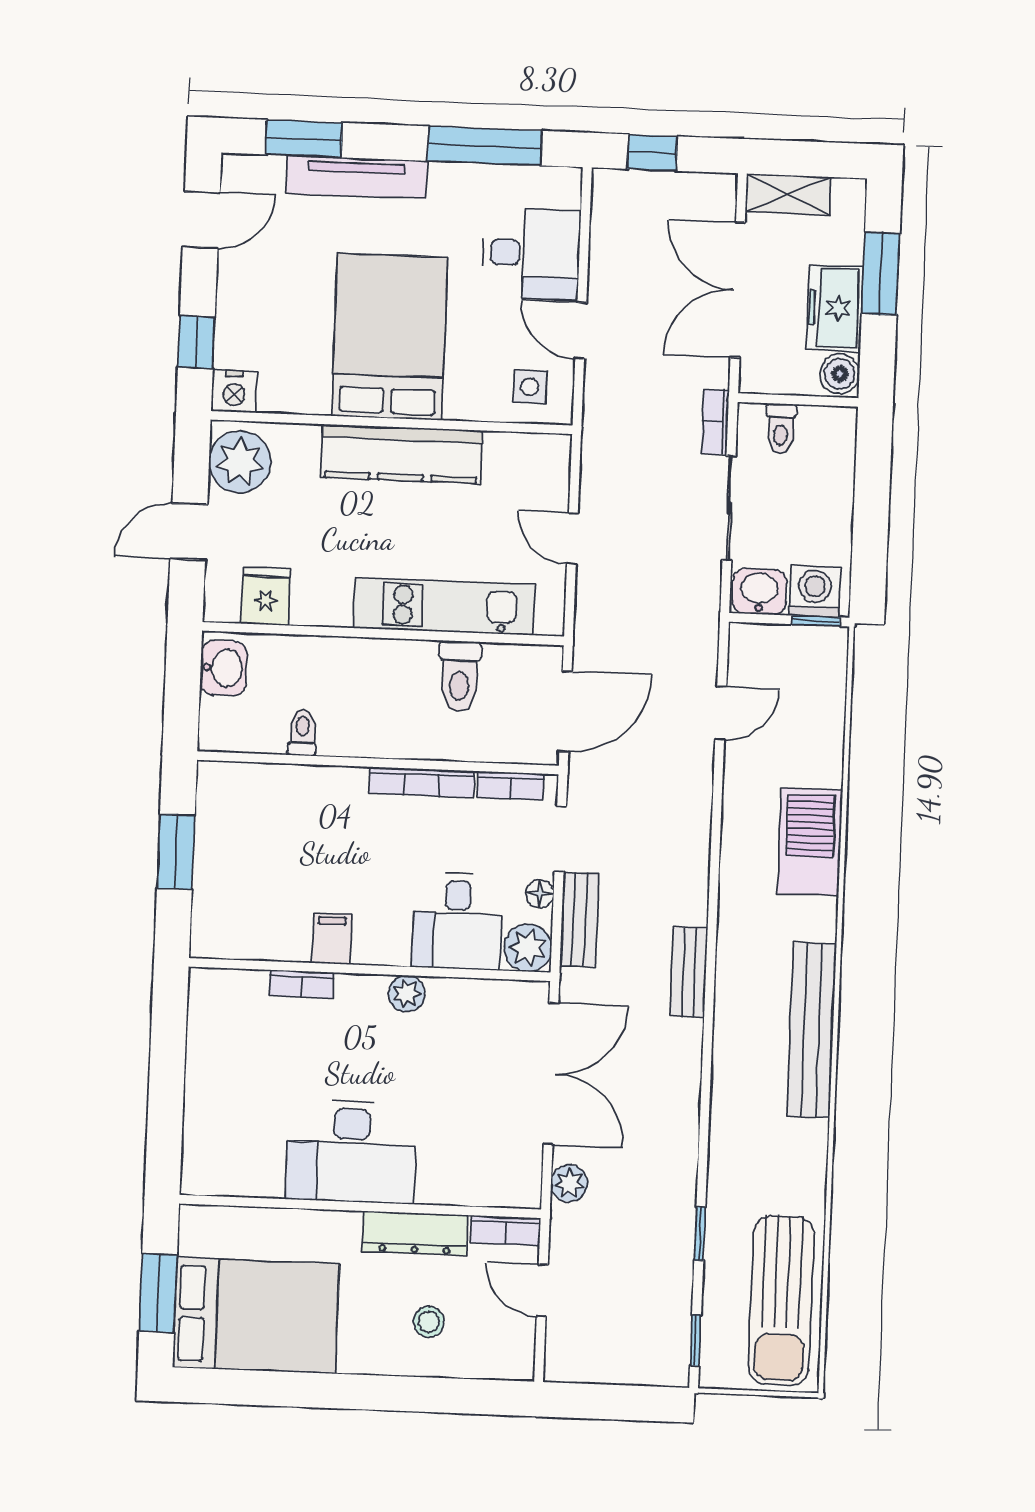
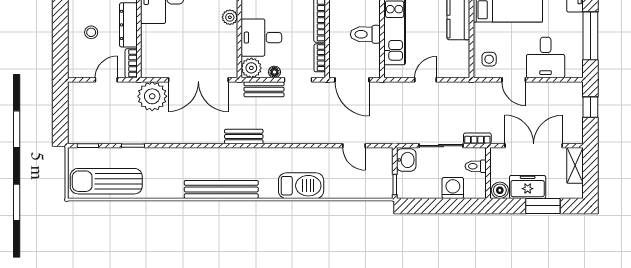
door: (581, 331) -> (514, 80), swing flipped
washing machine: (815, 591) -> (453, 188), moved, turned -90
plant: (569, 1183) -> (152, 96), width x1.87, depth x1.87

